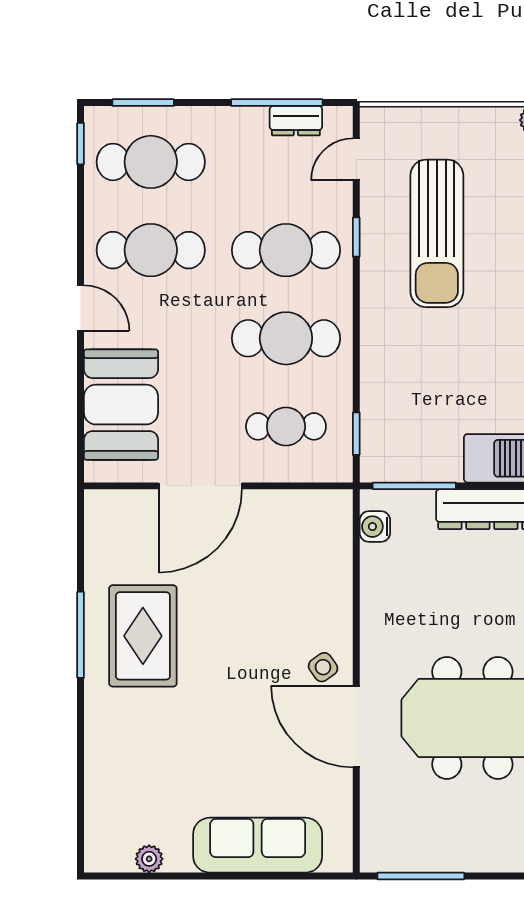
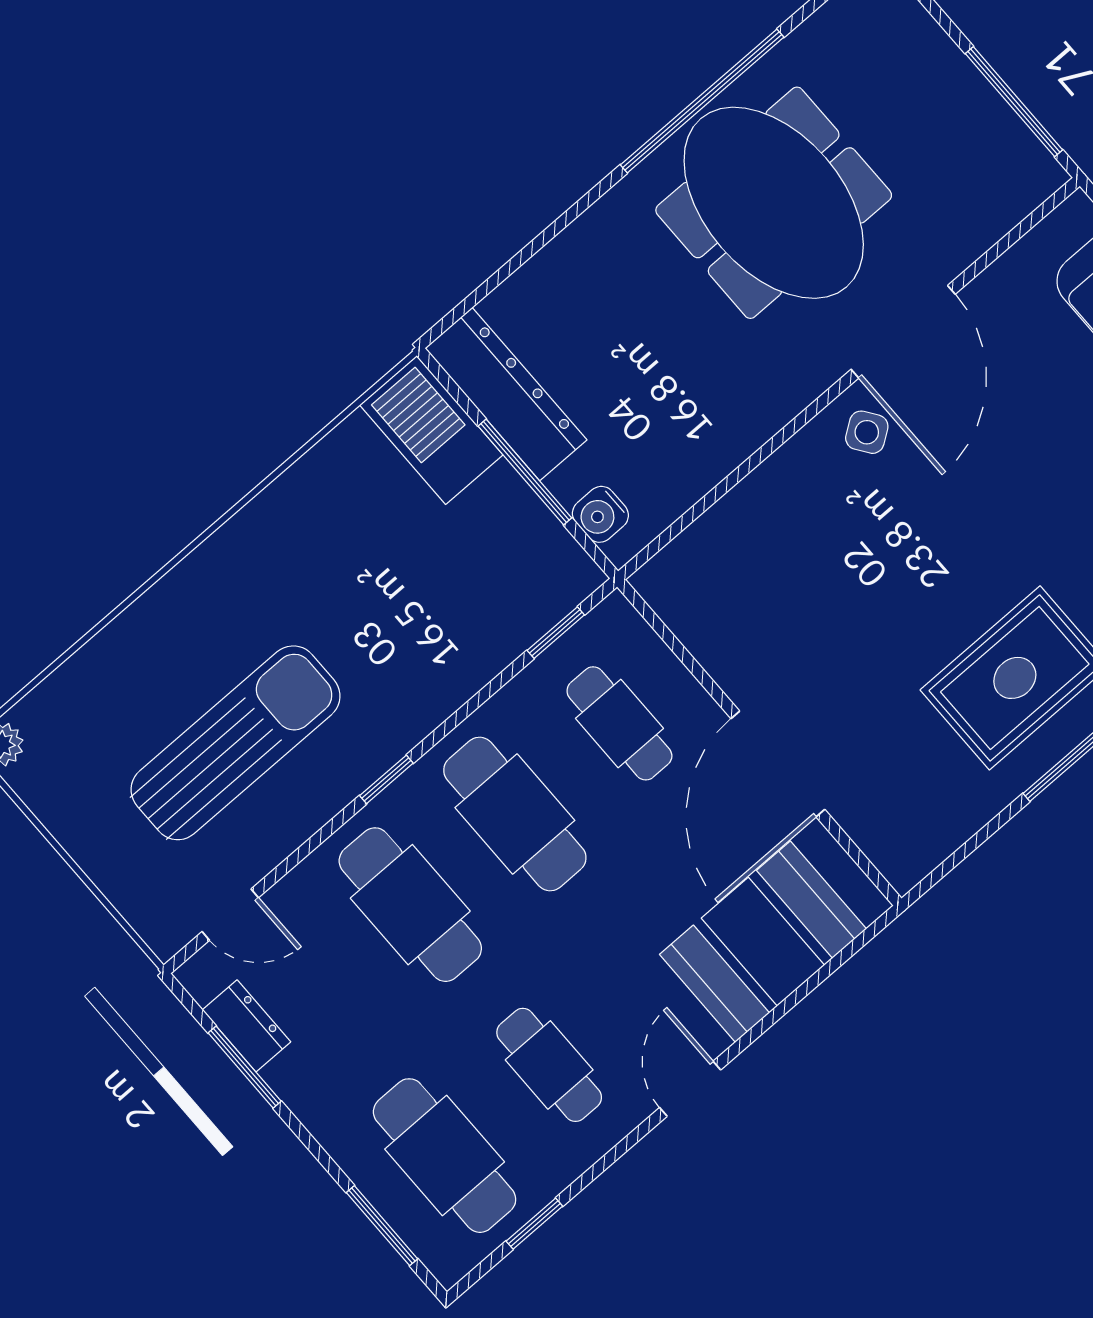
window: (277, 103) -> (245, 1067), width x0.69
window: (81, 144) -> (534, 1224), moved
window: (356, 237) -> (386, 779), moved
cafe table: (151, 250) -> (549, 1065), width x0.73, depth x0.74
door: (200, 486) -> (778, 764), swing flipped
window: (414, 486) -> (525, 472), moved
water cooler: (375, 527) -> (600, 514), moved, turned 90

